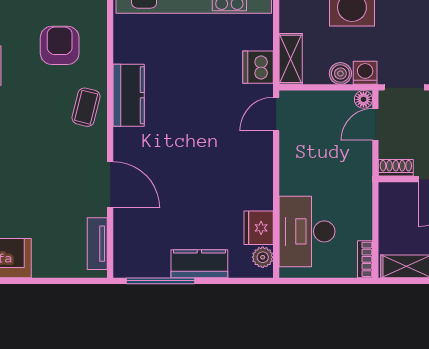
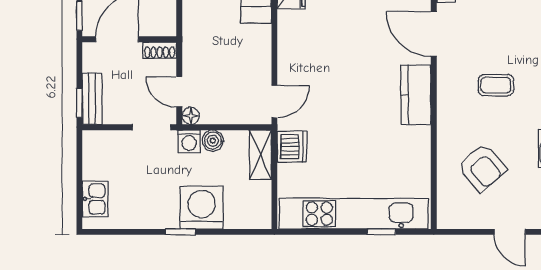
armchair: (60, 45) -> (482, 168), turned -41
kitchen counter: (129, 95) -> (416, 95), moved
coffee table: (86, 107) -> (496, 85), moved, turned 76
door: (375, 124) -> (179, 92), swing flipped

